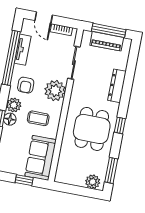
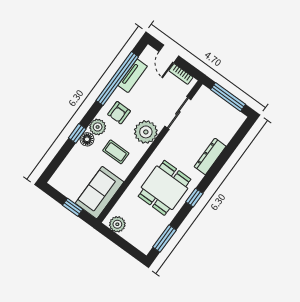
piano: (107, 41) -> (221, 107), removed
plant: (93, 182) -> (117, 224), moved

